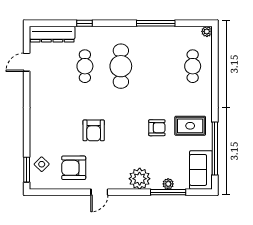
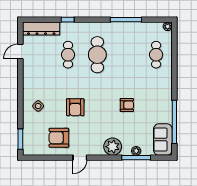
rug: (190, 126) -> (154, 103), removed
side table: (42, 164) -> (38, 106), moved

